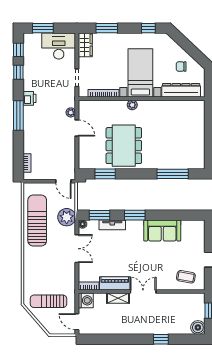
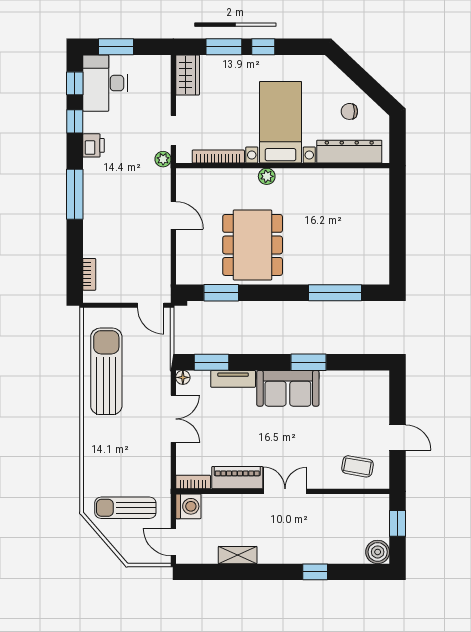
window: (148, 28) -> (263, 47), moved
desk: (59, 46) -> (105, 83), moved, turned -90
printer: (30, 98) -> (93, 145), moved
plant: (71, 112) -> (163, 159), moved
window: (135, 215) -> (308, 362), moved
plant: (67, 217) -> (156, 366), removed
sofa: (162, 231) -> (288, 388), moved
shelving: (118, 298) -> (238, 555), moved

